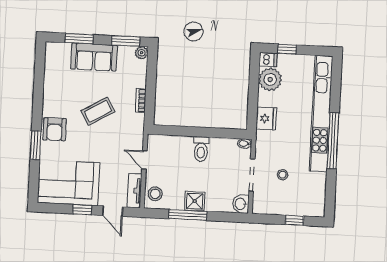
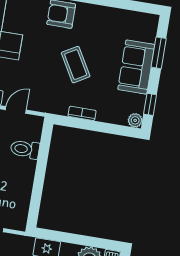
window: (126, 41) -> (150, 104), width x0.67
bidet: (245, 144) -> (21, 223), removed
toilet: (201, 149) -> (25, 149), moved

